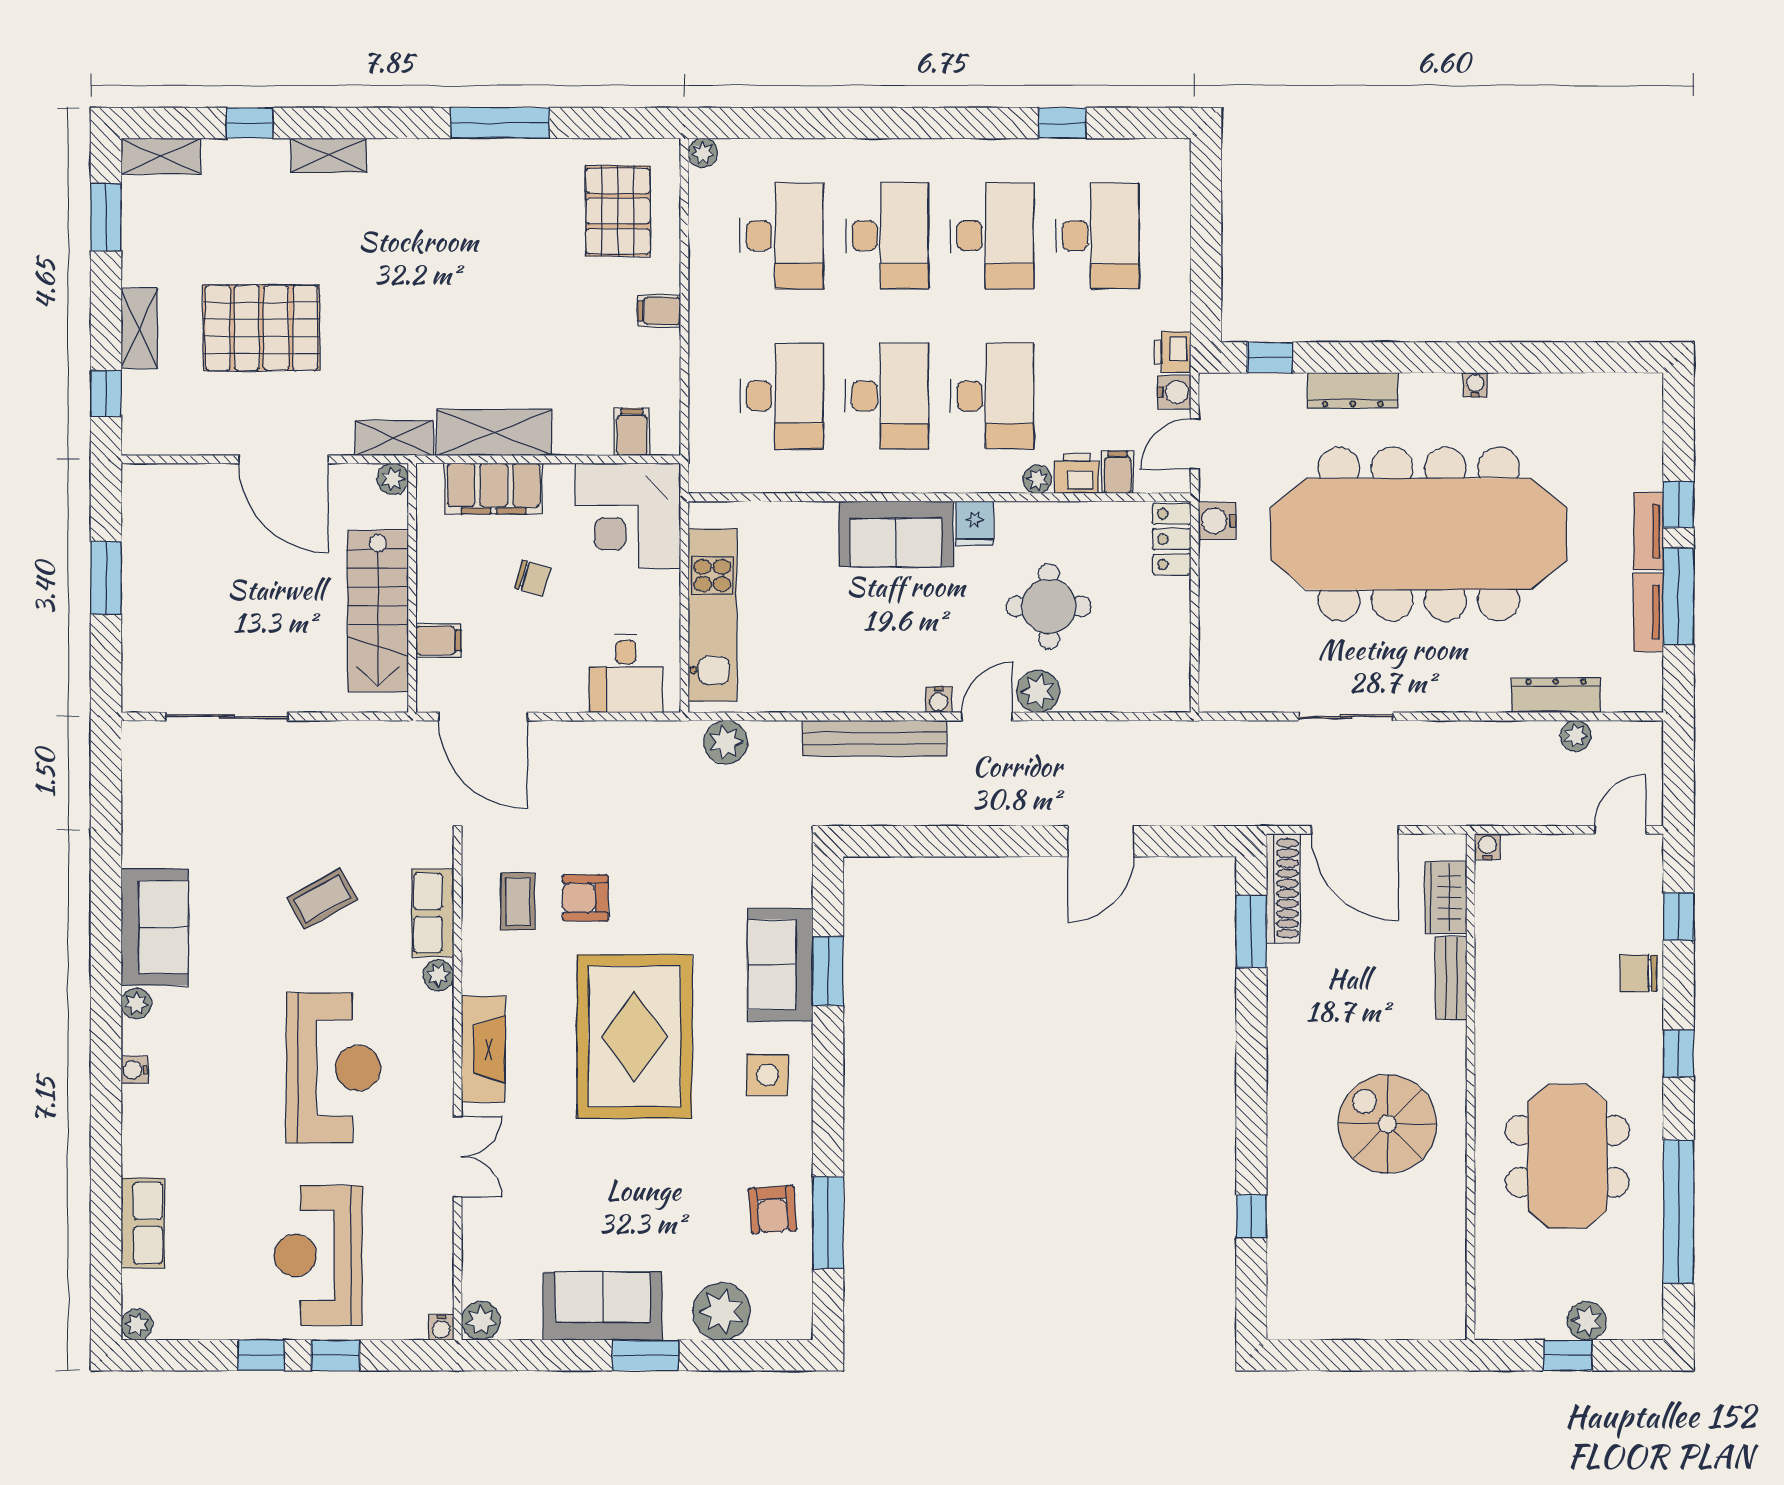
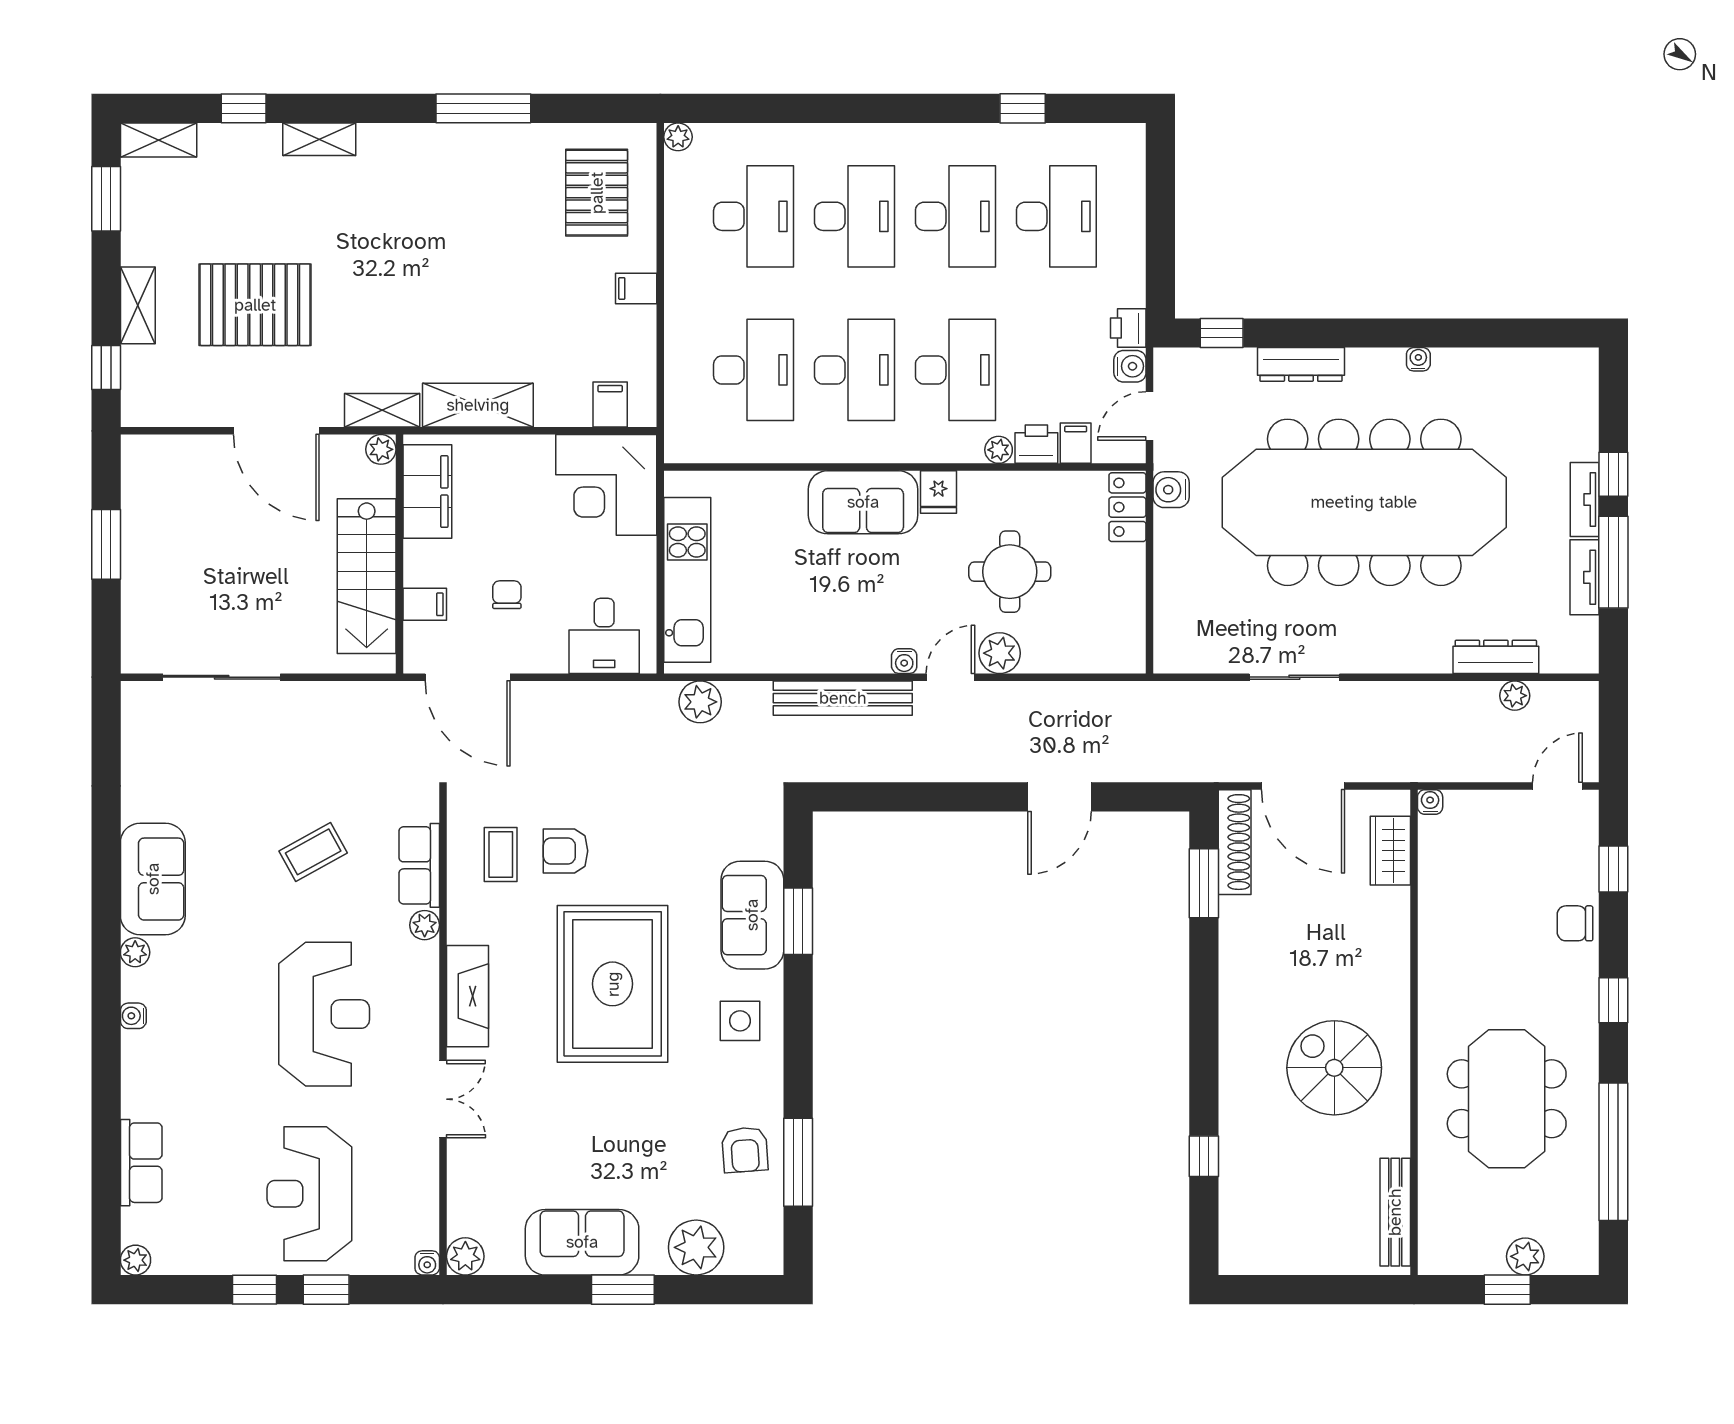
filing cabinet: (494, 489) -> (427, 492), moved, turned -90
chair: (533, 578) -> (507, 595), moved, turned -107
bench: (1451, 978) -> (1395, 1212), moved, width x1.36

